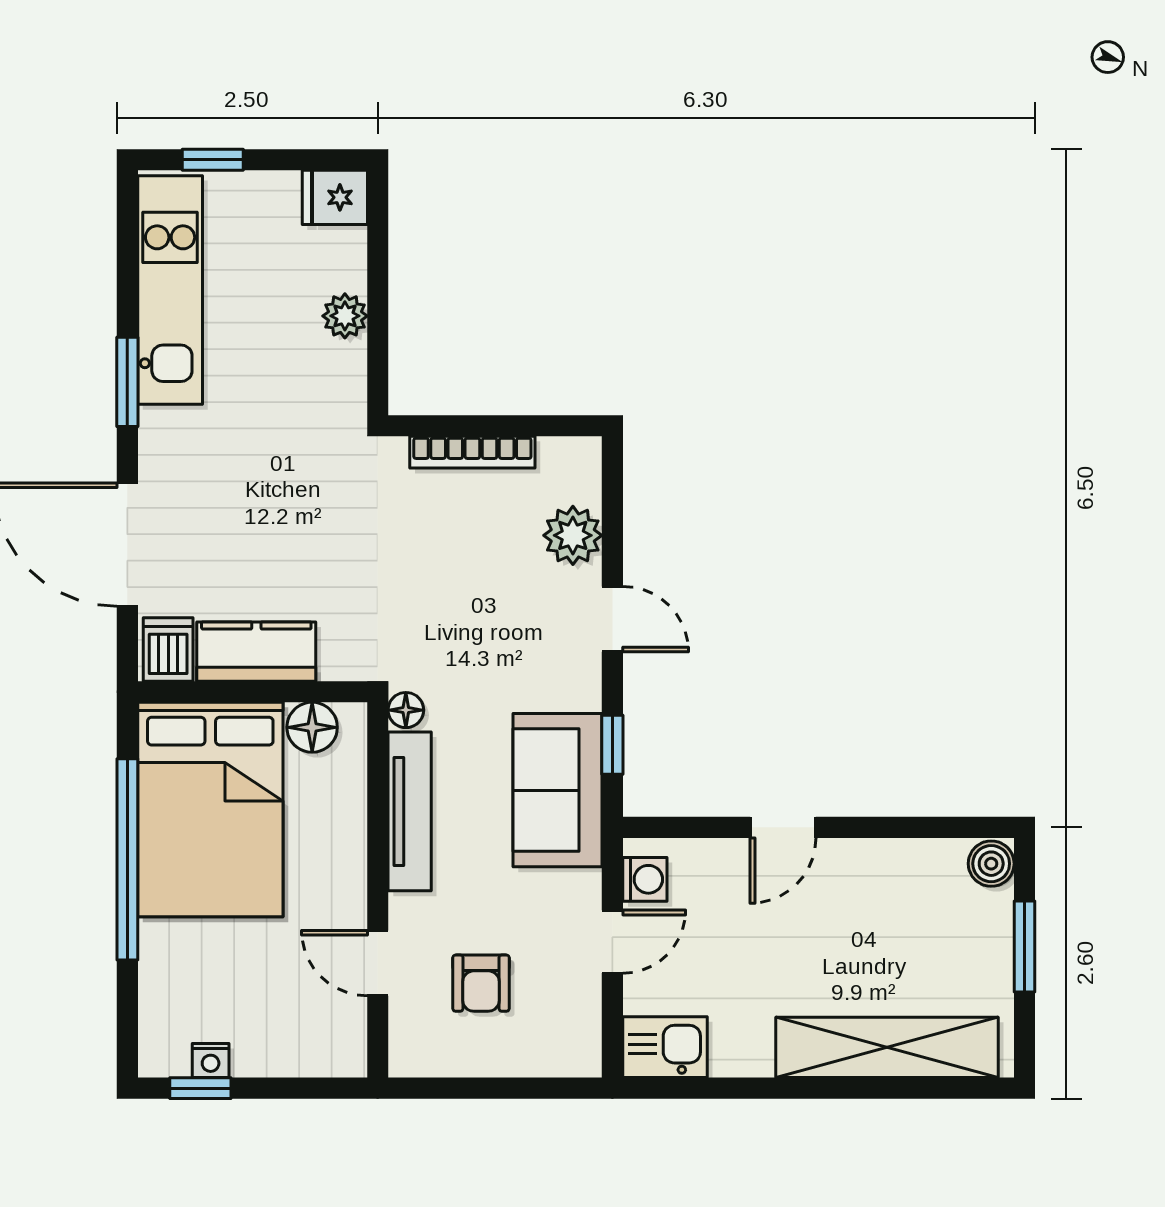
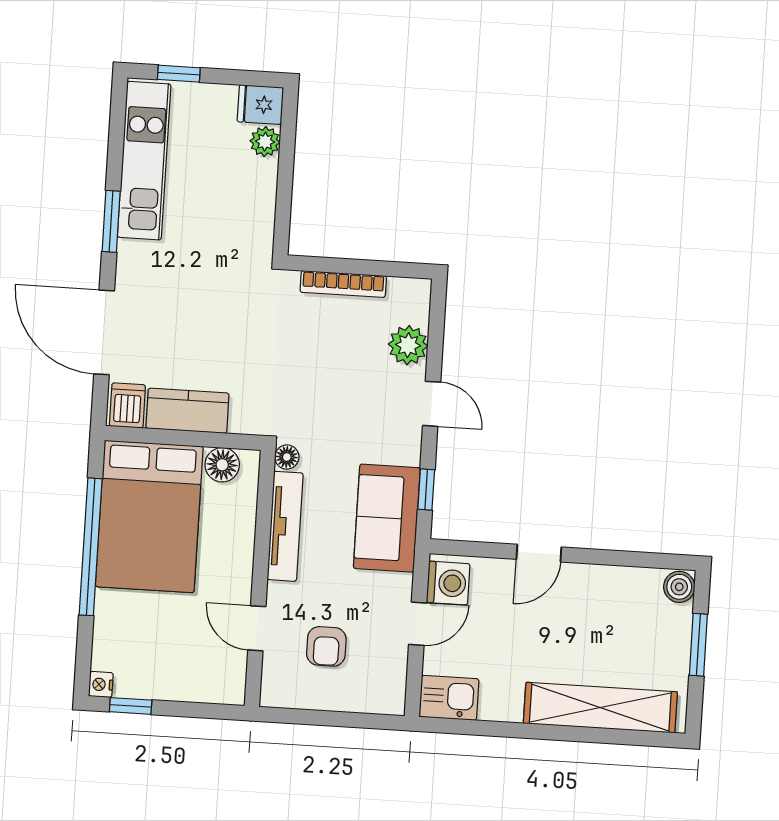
plant: (345, 316) -> (265, 142), moved
washing machine: (645, 879) -> (448, 583), width x1.38, depth x1.38
nightstand: (211, 1061) -> (101, 684), moved, turned 90

